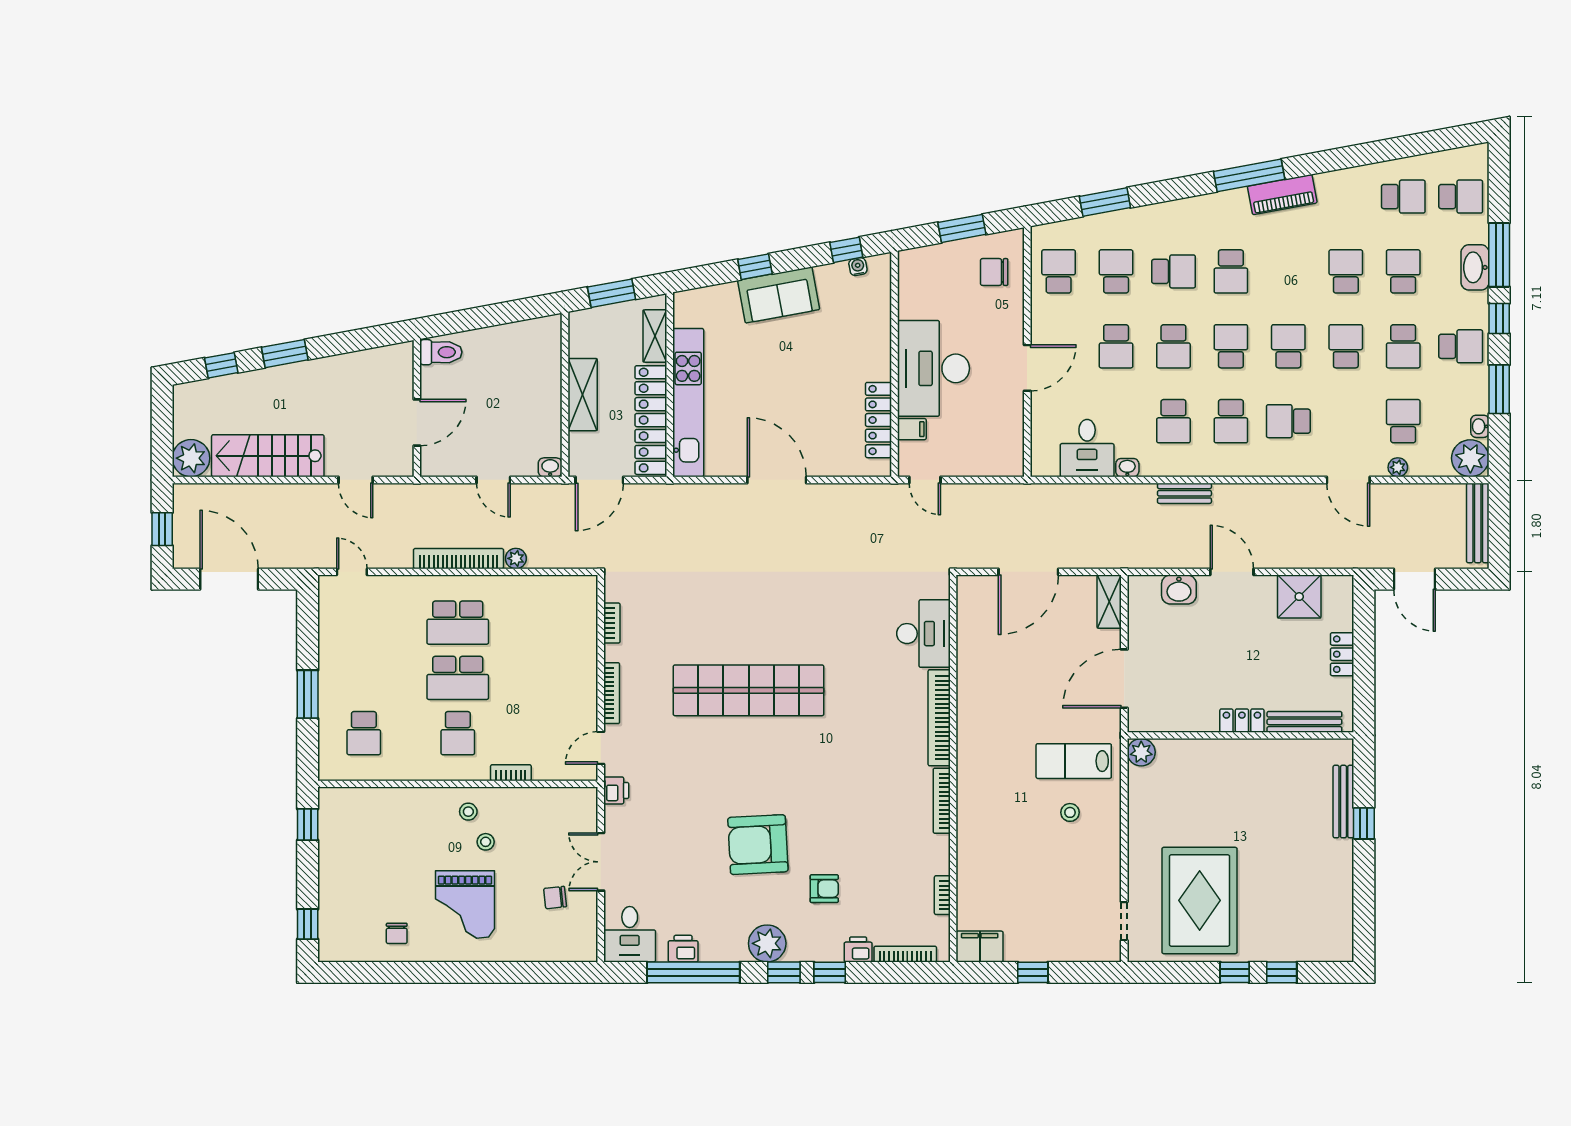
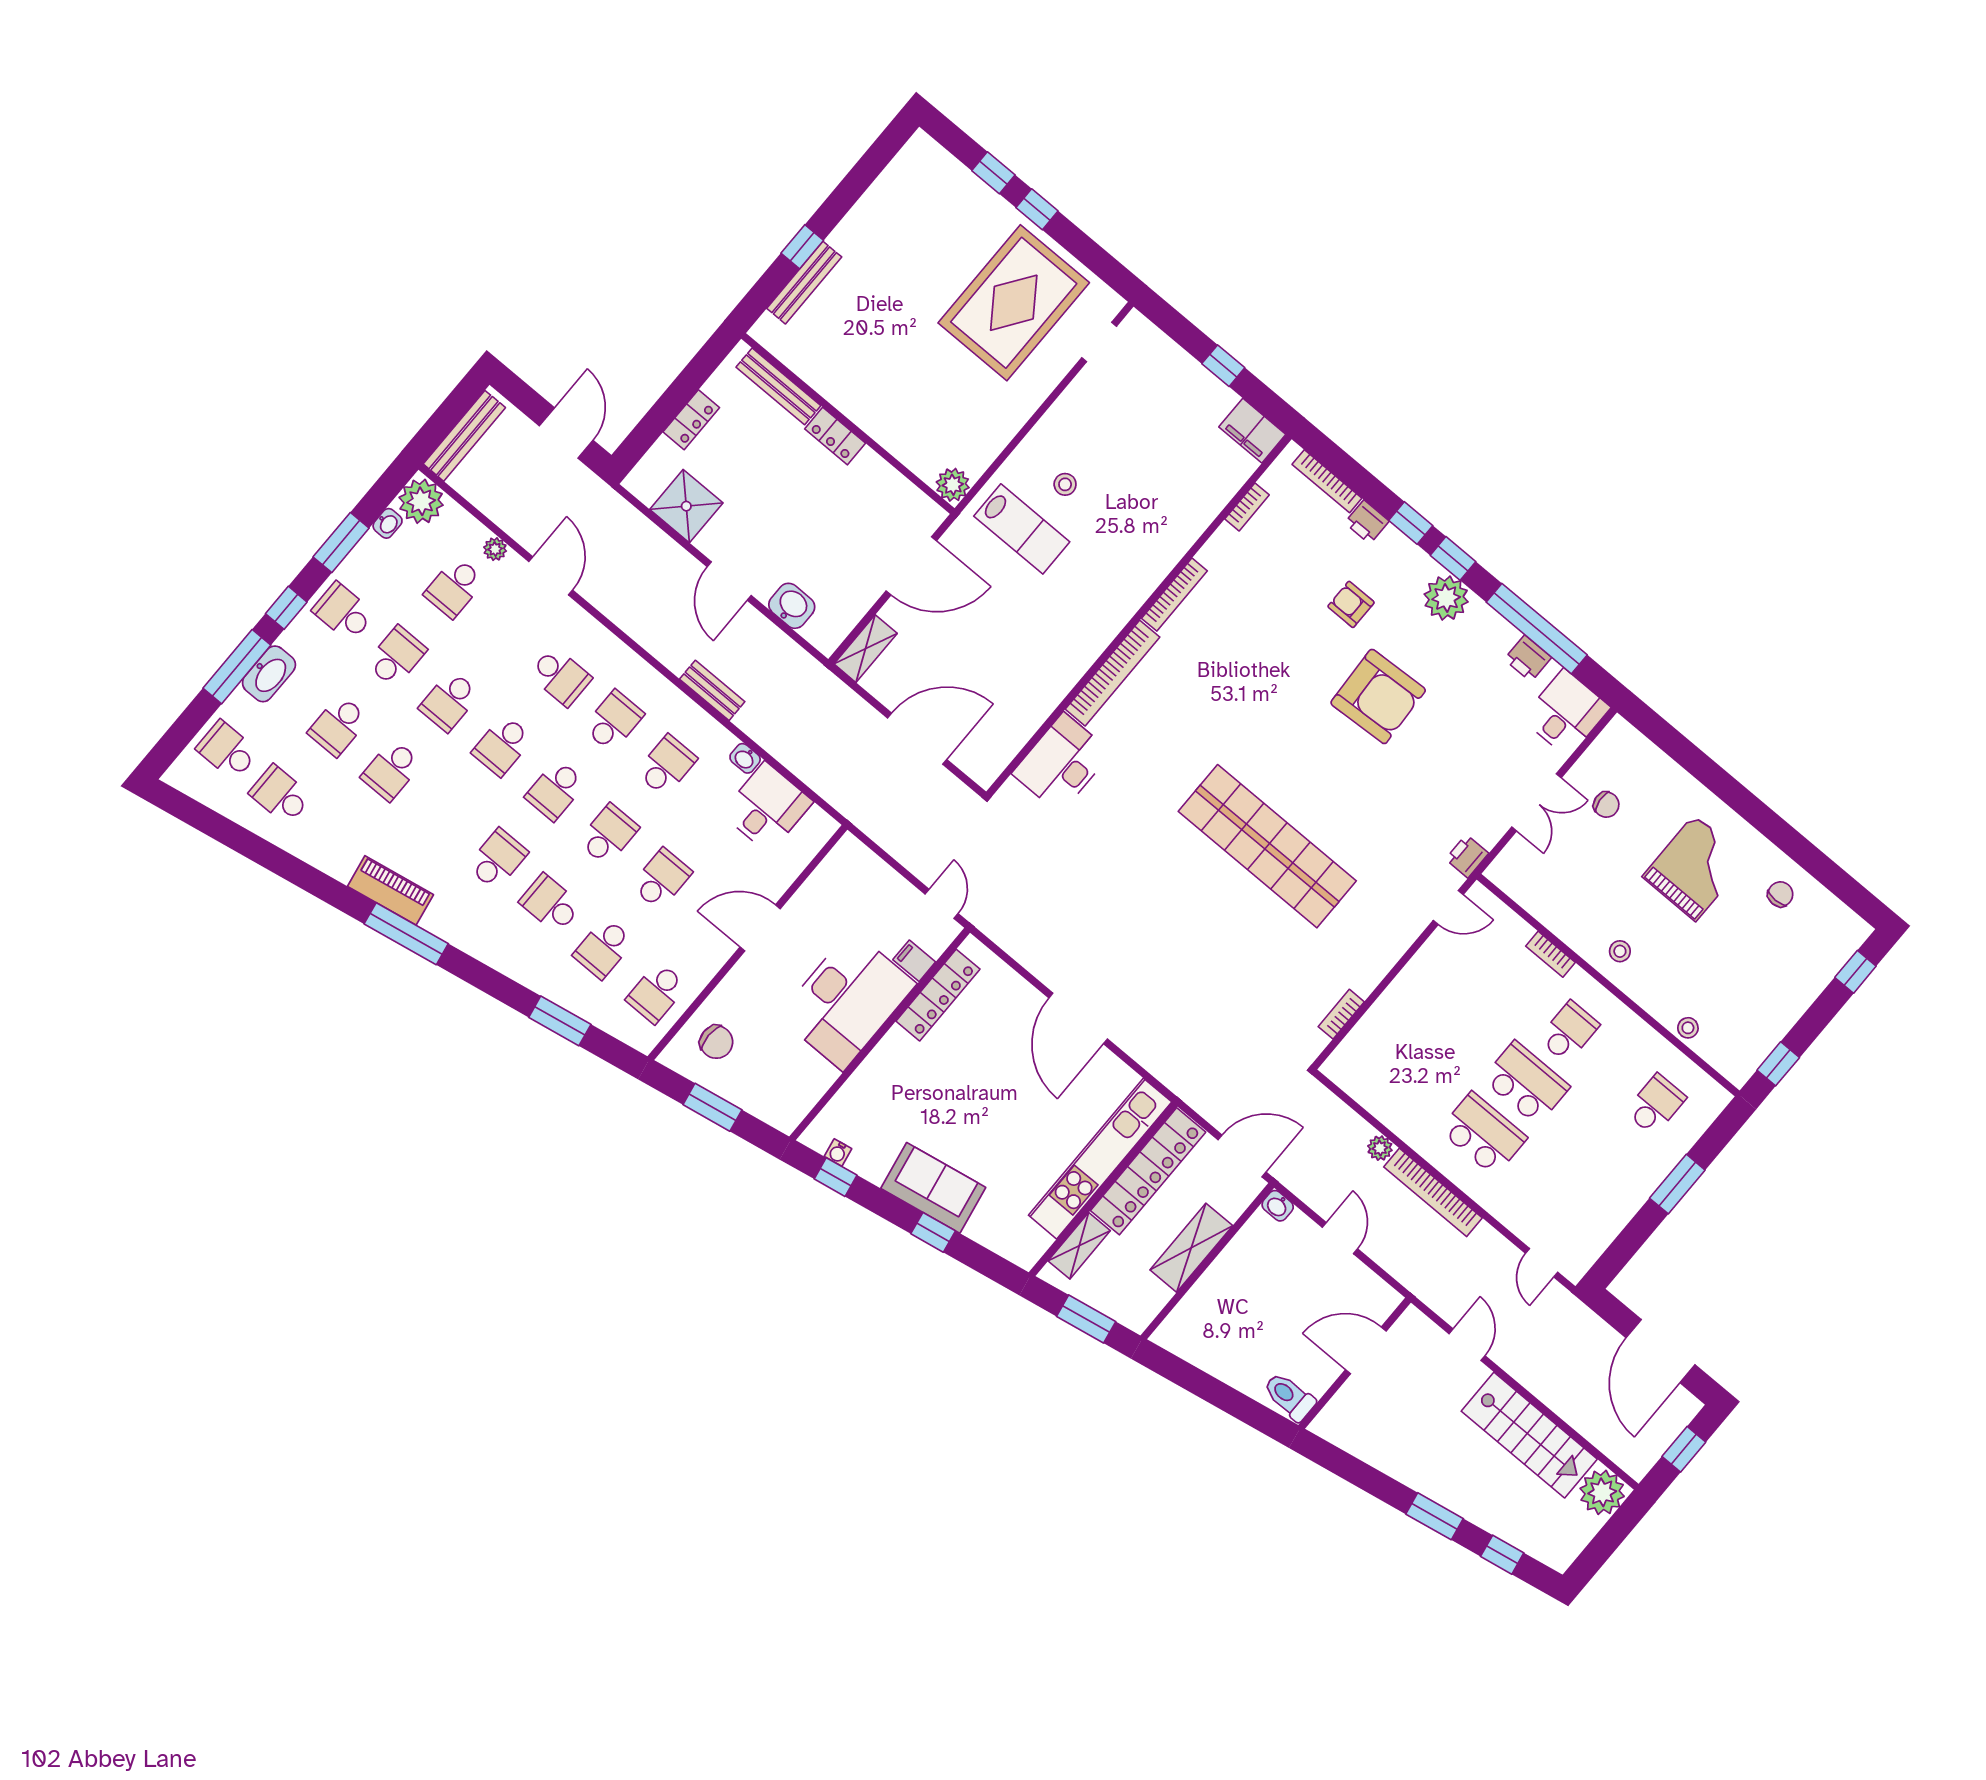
bookcase: (612, 693) -> (1396, 950), removed
stool: (486, 842) -> (1688, 1028), moved

